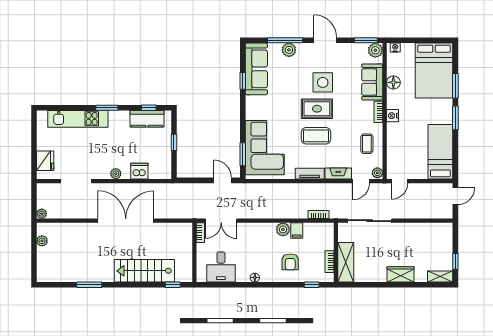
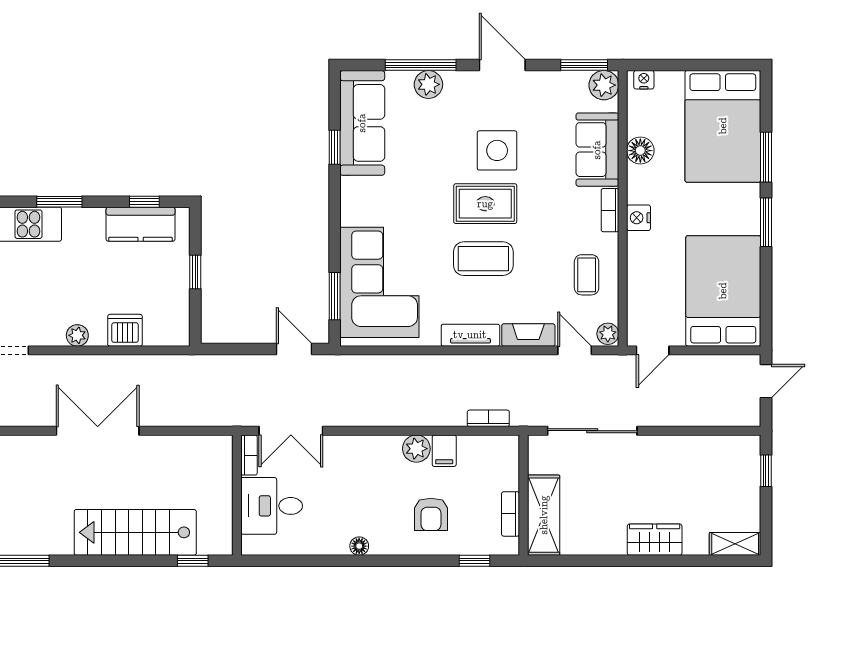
bed: (440, 152) -> (723, 291), width x1.50
door: (361, 181) -> (575, 350), swing flipped
double door: (126, 221) -> (98, 431), width x0.73
window: (455, 261) -> (766, 471), moved
desk: (221, 267) -> (272, 506), moved, turned 90

